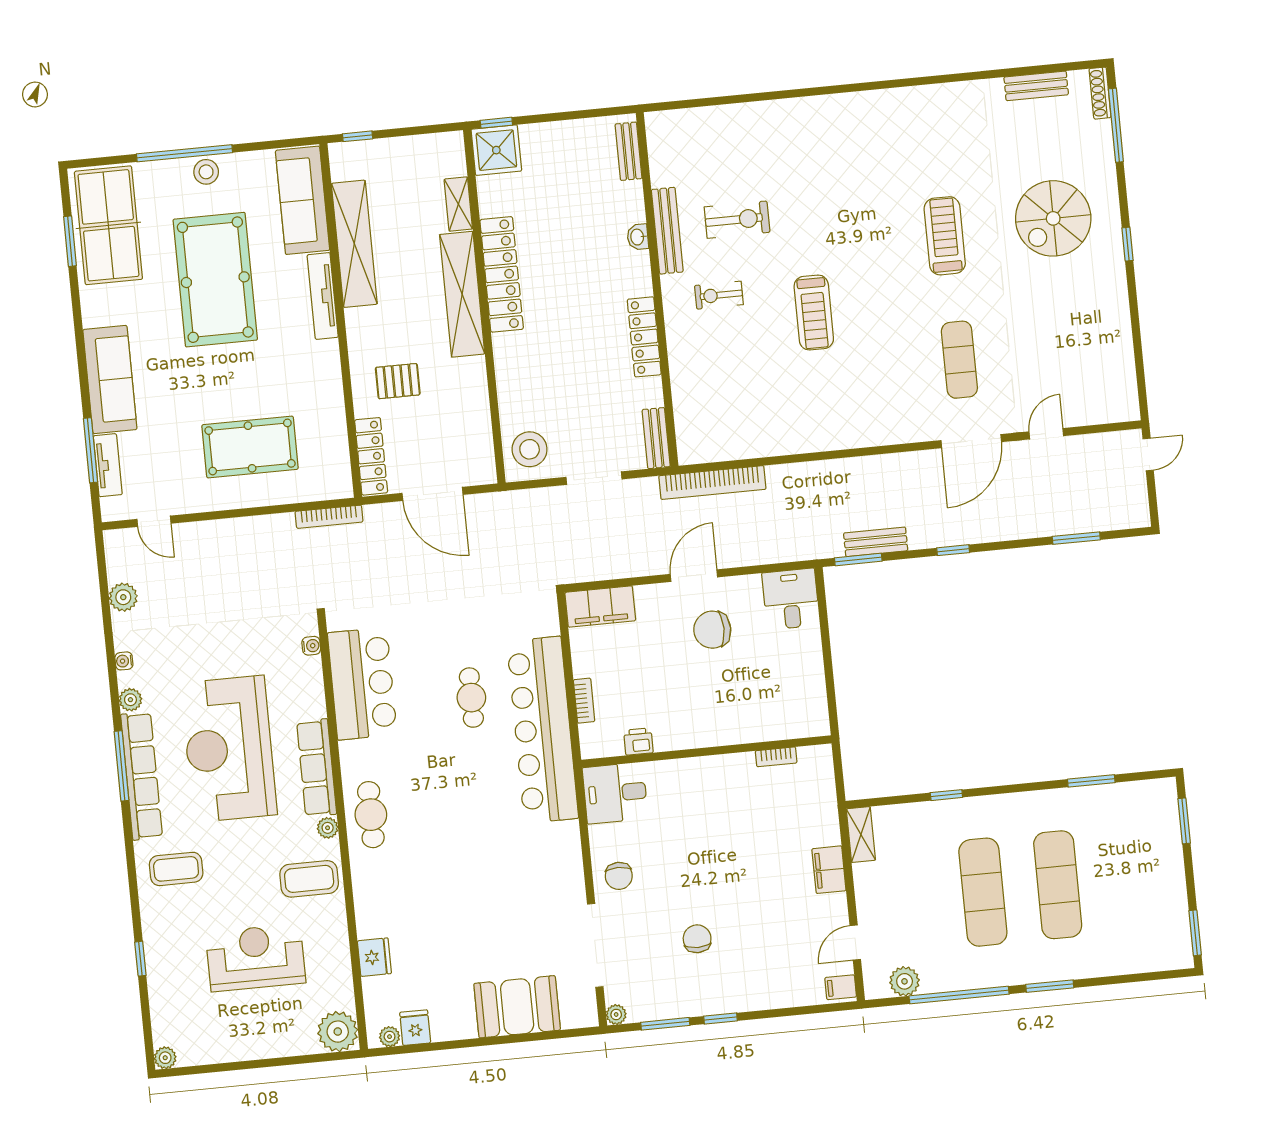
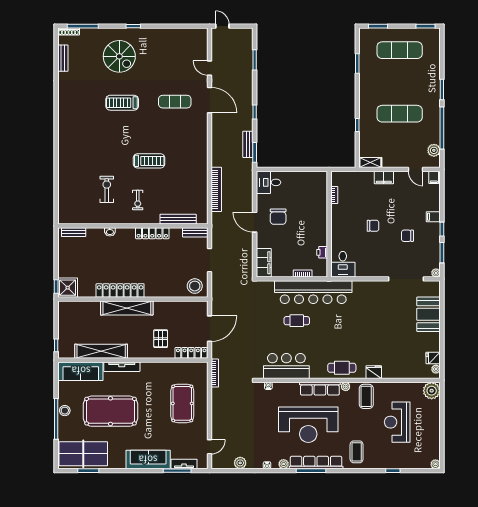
shelving: (458, 204) -> (89, 306), removed
bench: (667, 231) -> (178, 219), moved
bookcase: (712, 483) -> (216, 189), moved
chair: (619, 876) -> (373, 226), moved
exercise mat: (1058, 885) -> (400, 50), moved
fridge: (374, 957) -> (374, 372), moved
filing cabinet: (748, 995) -> (433, 217), added

